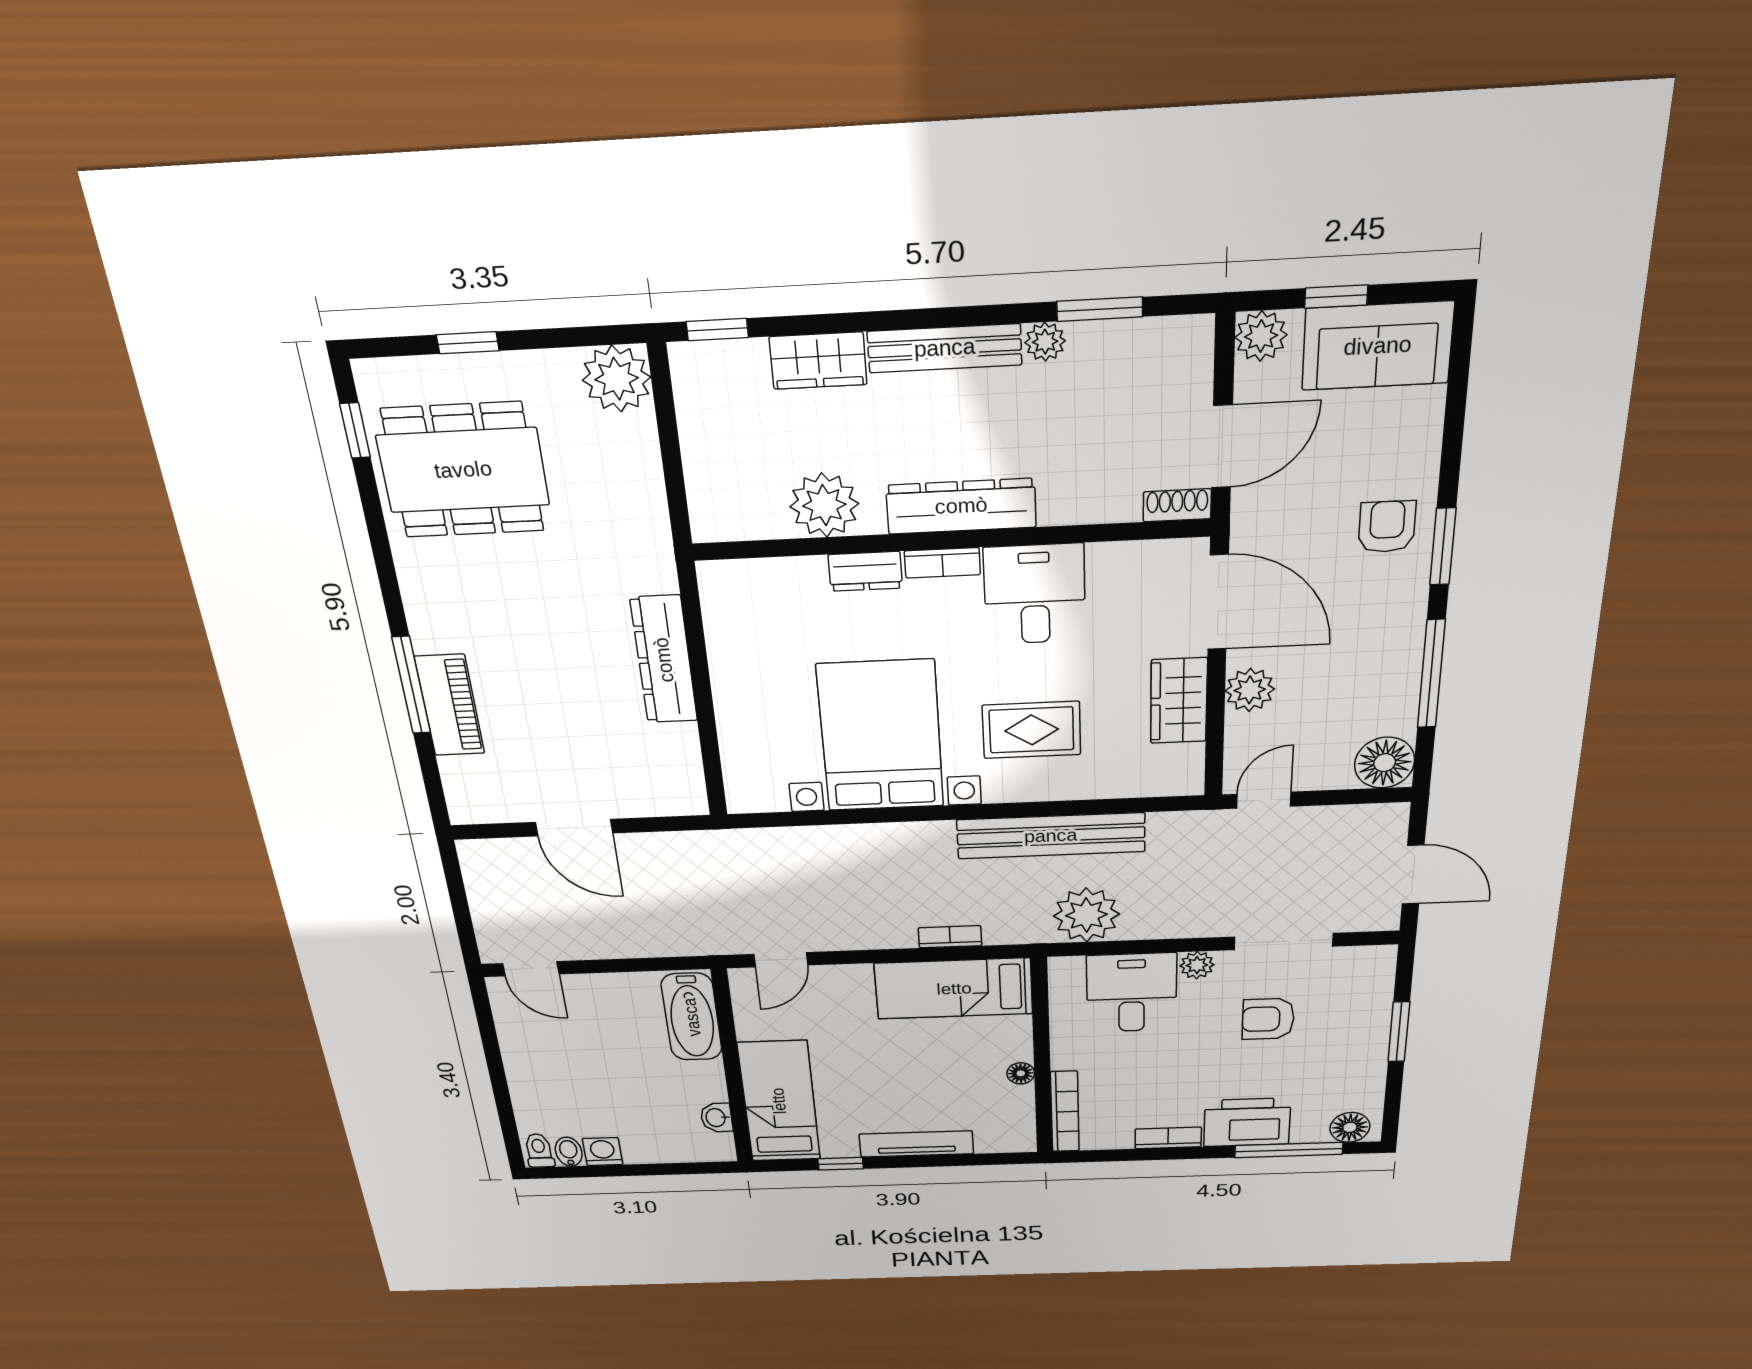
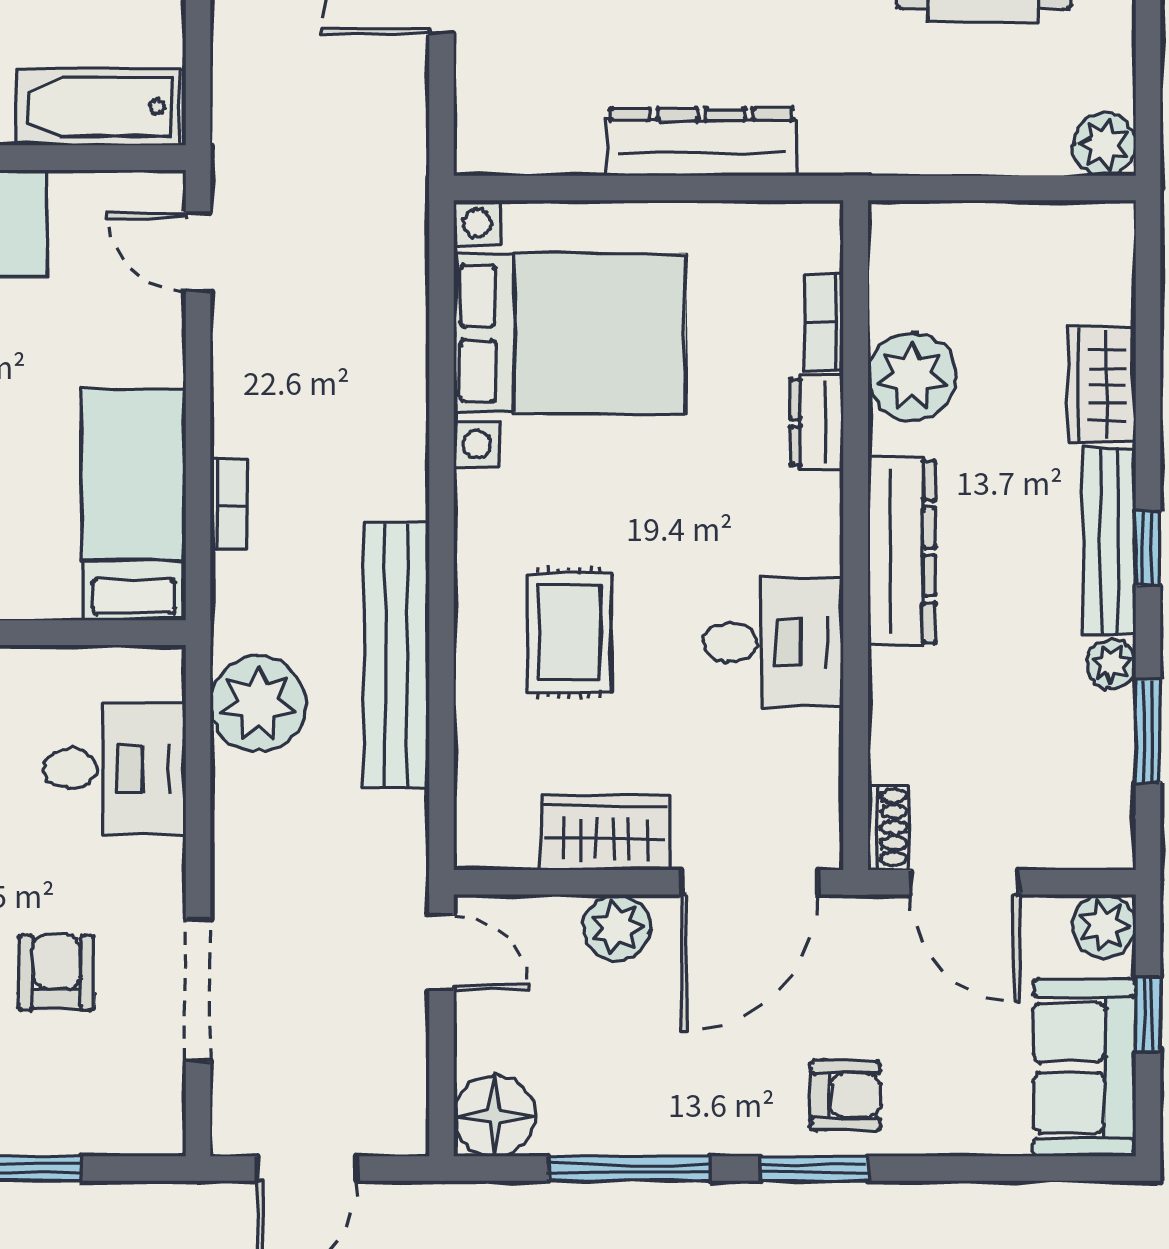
window: (717, 329) -> (1148, 549), moved
plant: (617, 379) -> (1104, 144), width x0.73, depth x0.73
bookcase: (942, 563) -> (824, 322), moved
bed with nightstands: (881, 736) -> (570, 334), moved
plant: (1197, 965) -> (161, 865), removed

